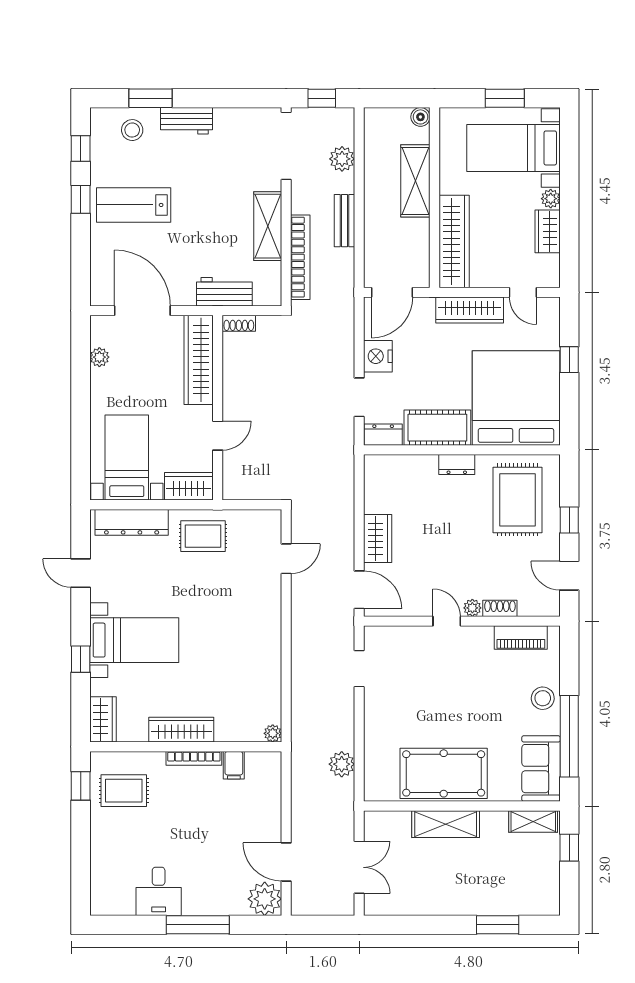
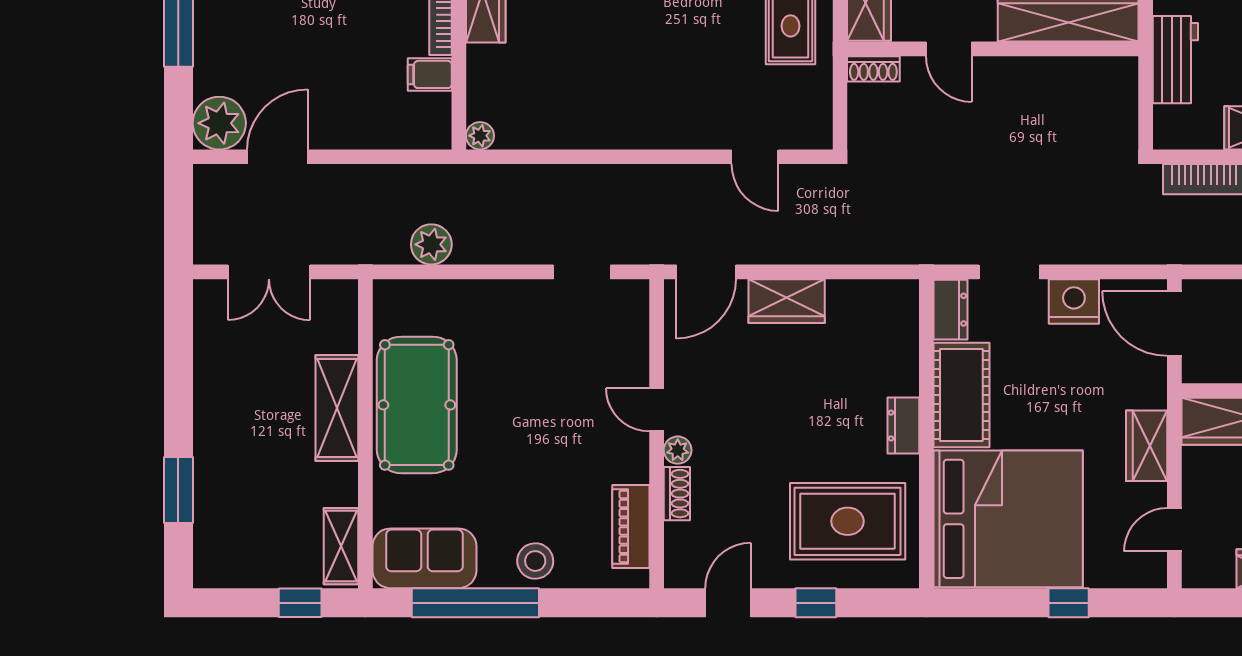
wardrobe: (470, 310) -> (1147, 446), width x0.67
shoe rack: (239, 323) -> (873, 69), moved, turned -90
door: (447, 621) -> (657, 410), swing flipped

